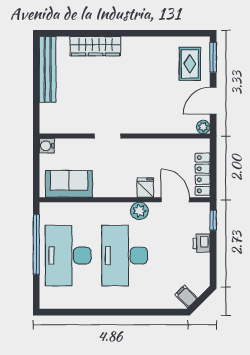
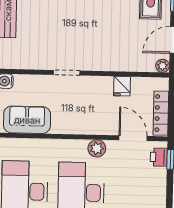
fridge: (145, 188) -> (122, 86), moved, turned 180
printer: (202, 243) -> (159, 157), moved

